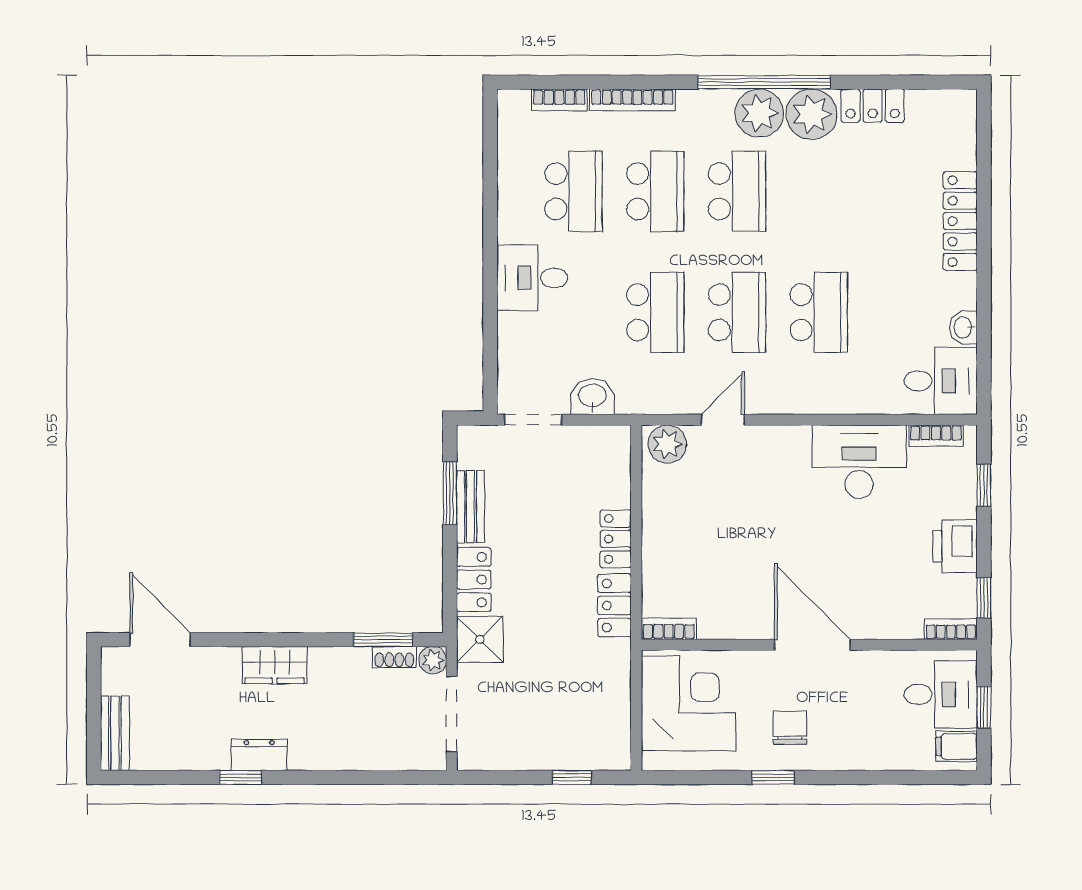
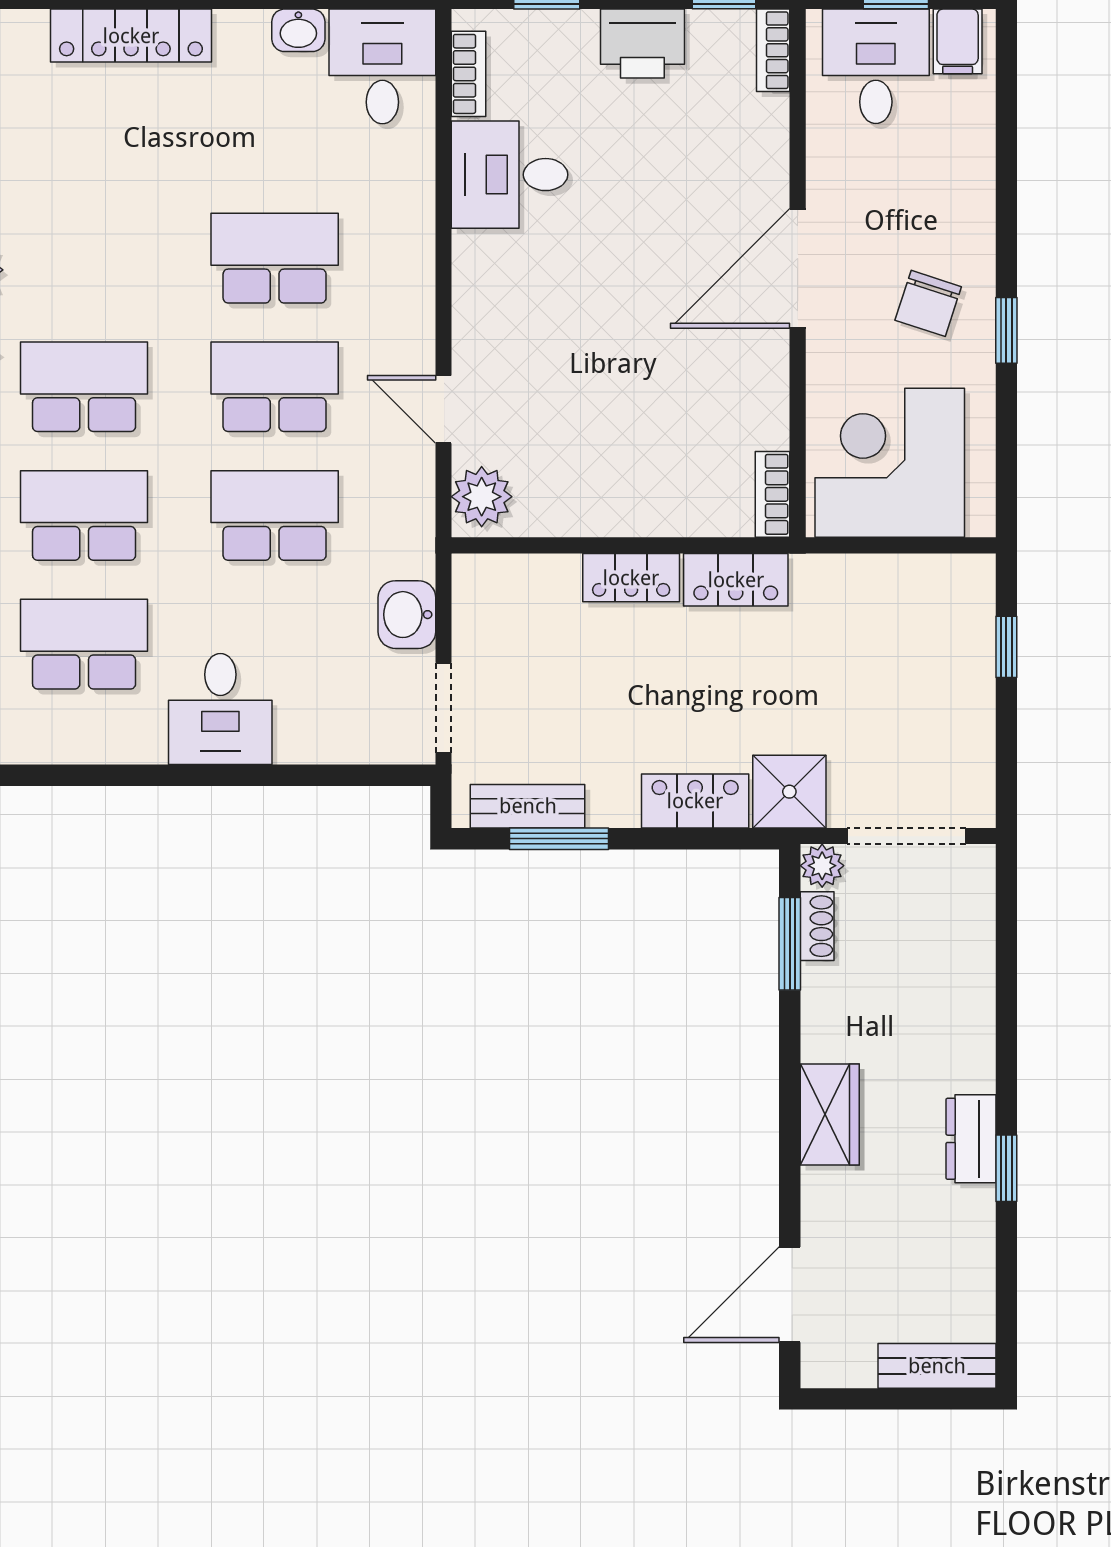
desk: (859, 462) -> (510, 175), width x0.73
bench: (470, 507) -> (528, 806), moved
chair: (790, 728) -> (928, 303), turned -72

